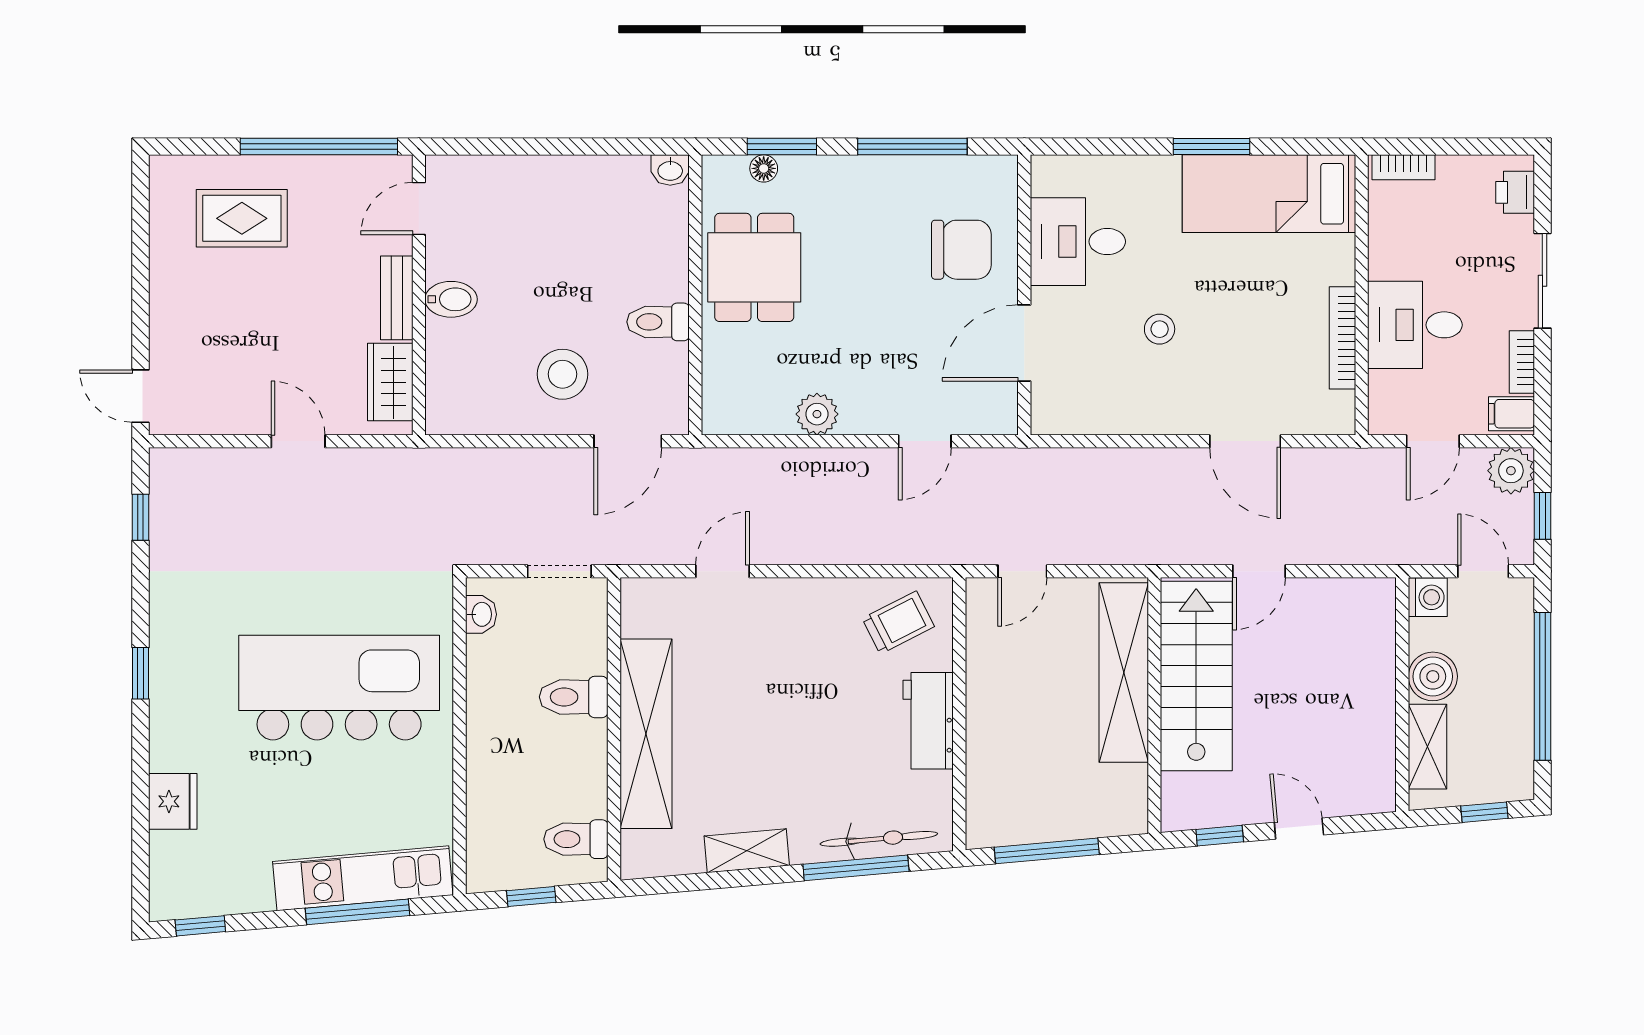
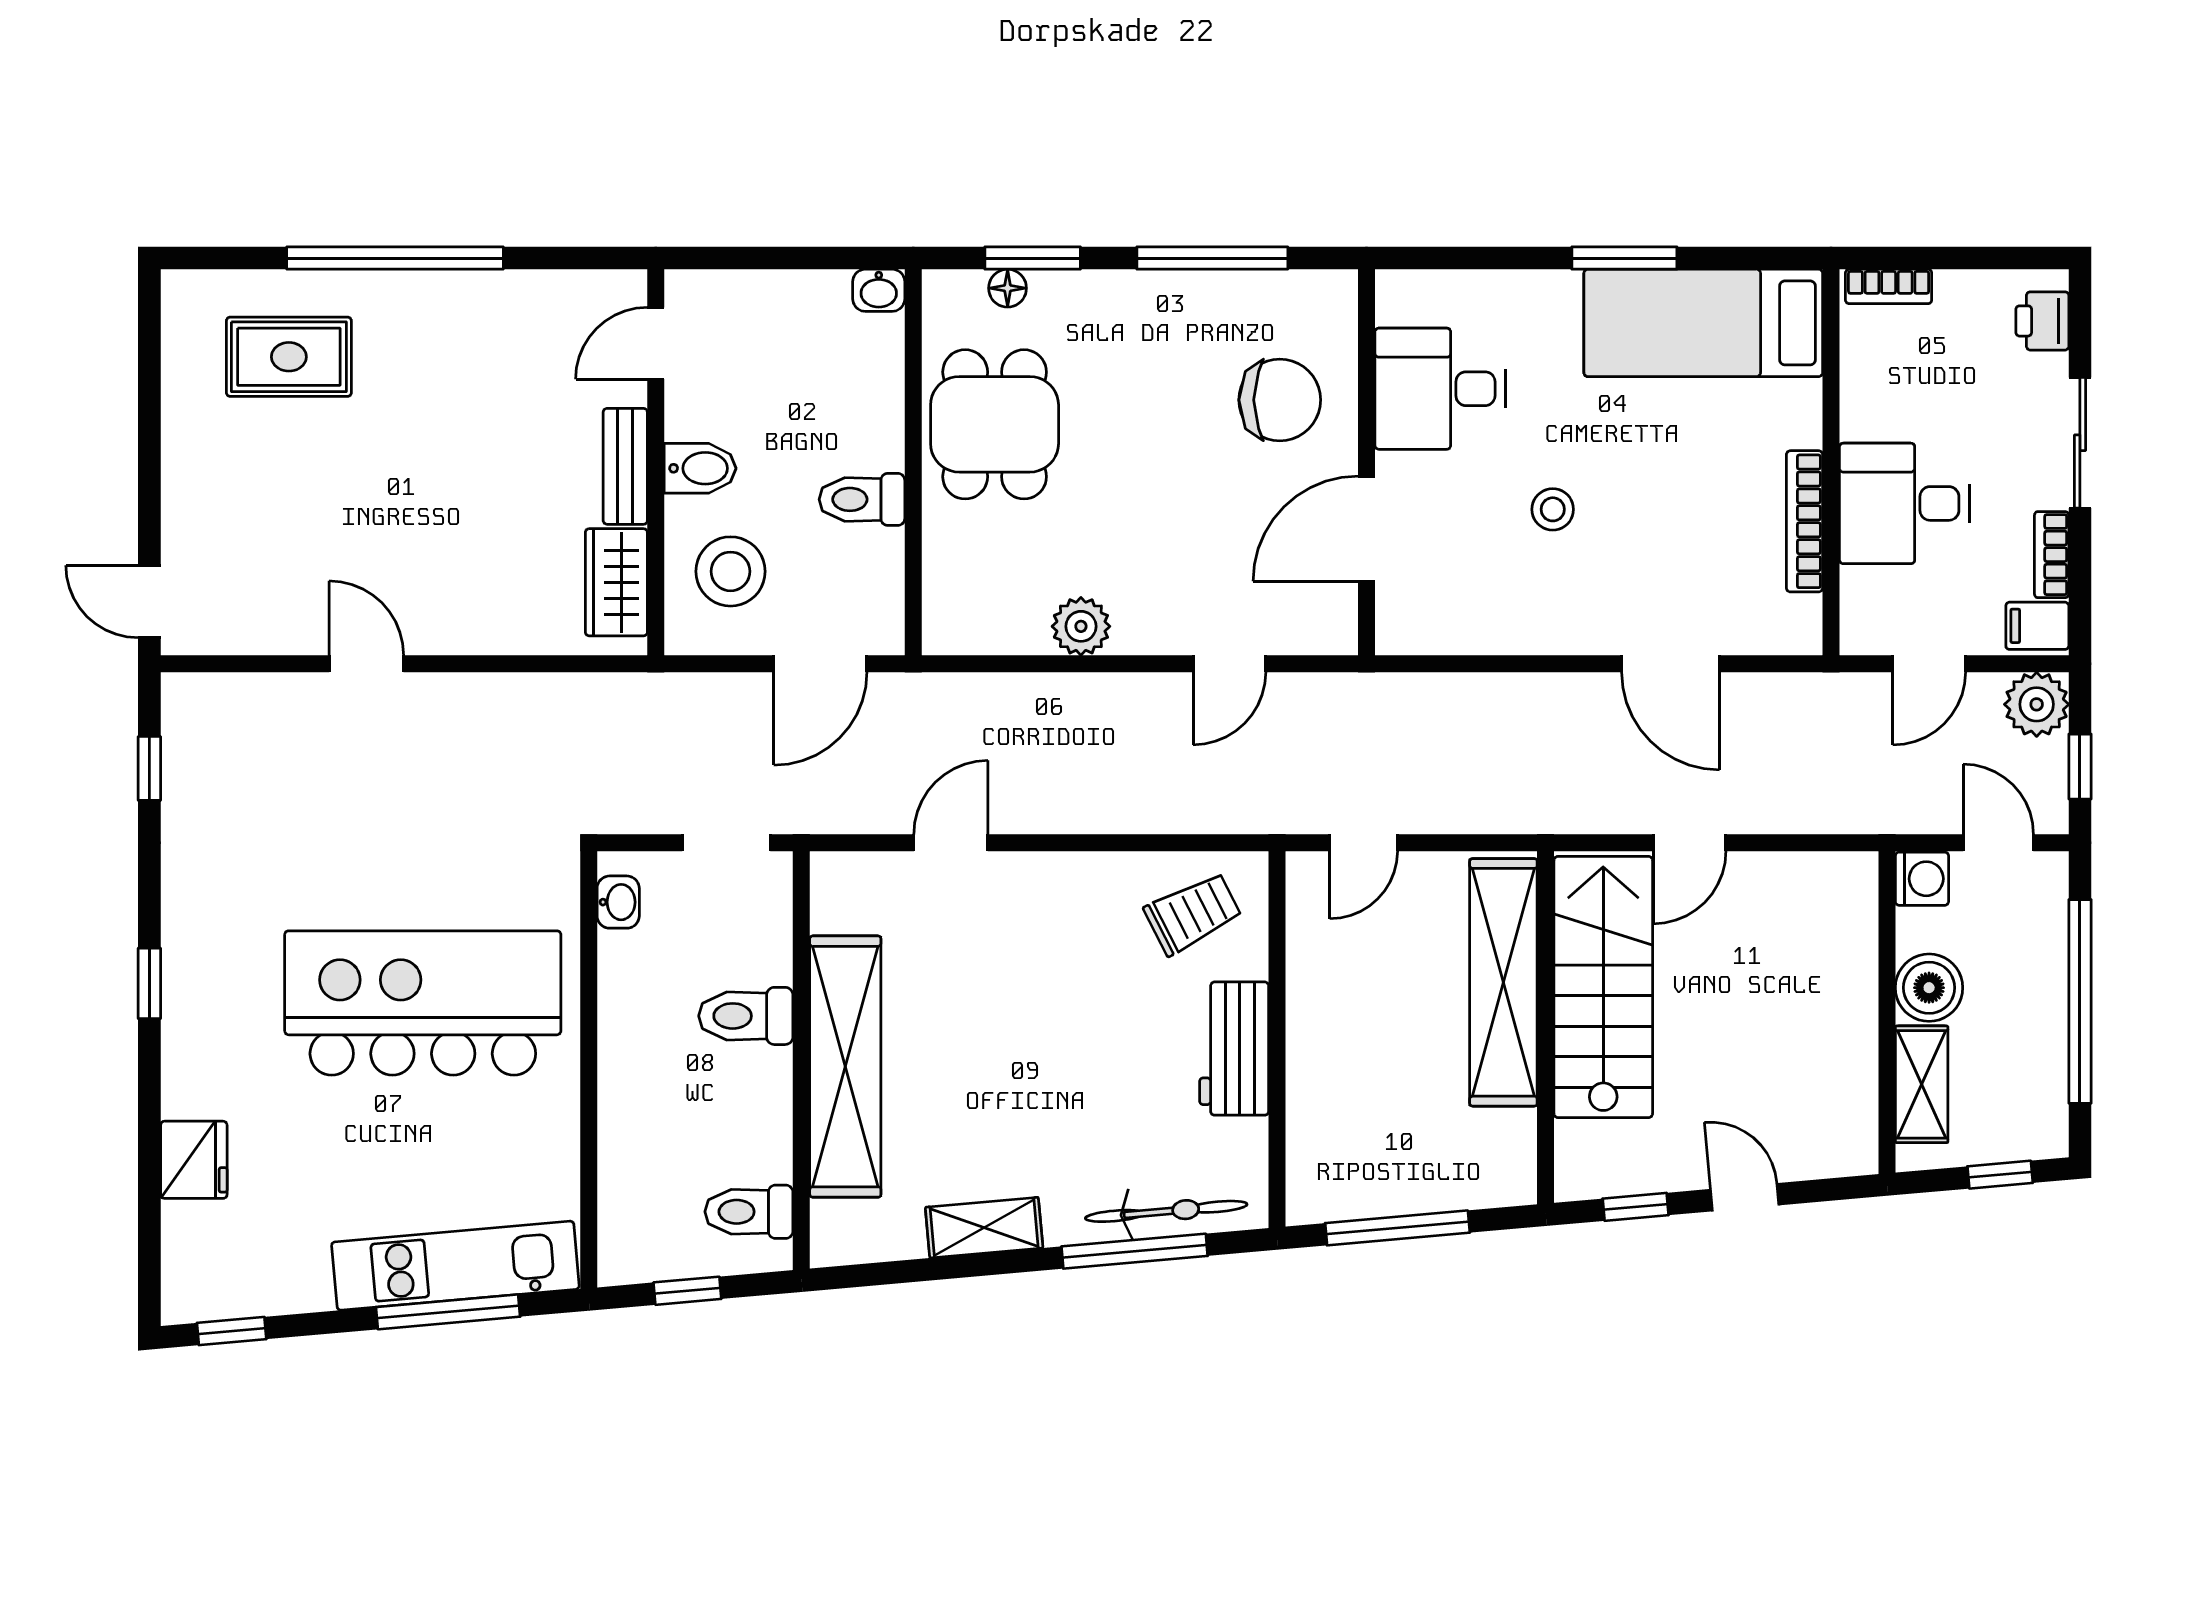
door: (419, 209) -> (656, 343), moved
wall: (419, 295) -> (656, 462), moved
bench: (397, 298) -> (625, 466), moved
bidet: (451, 299) -> (700, 468), moved
wardrobe: (390, 382) -> (616, 582), moved

